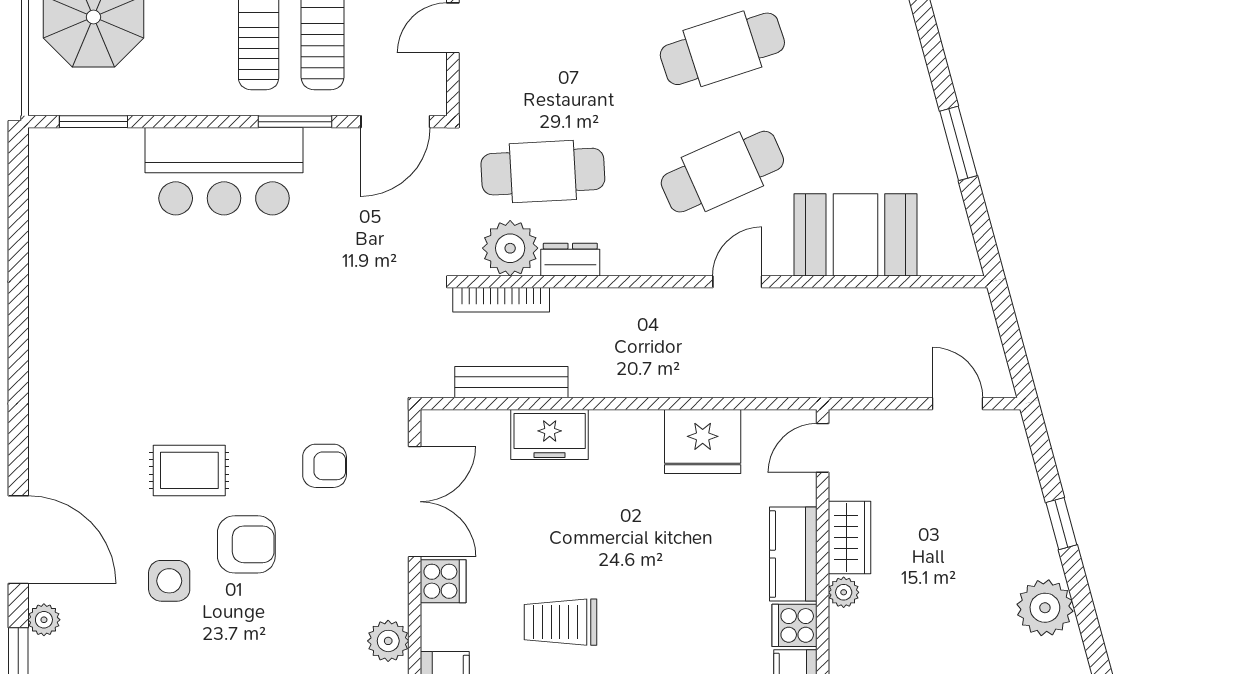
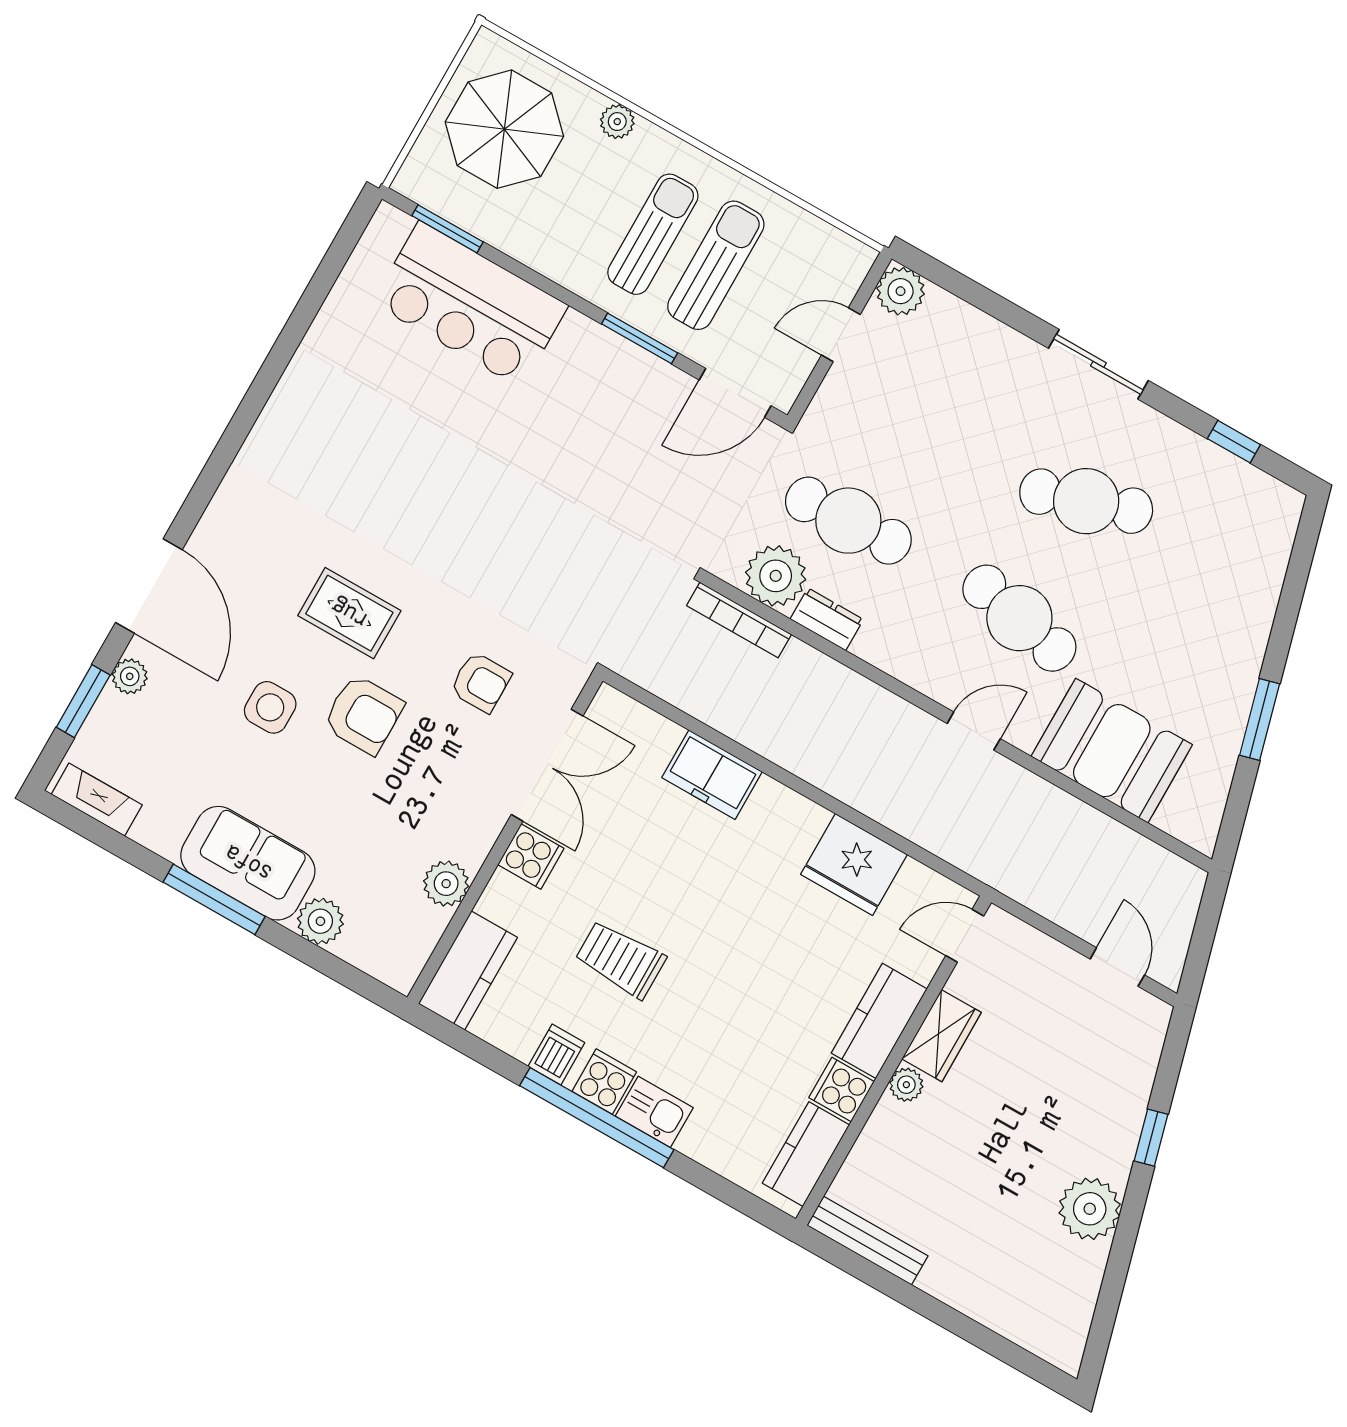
bar counter: (224, 171) -> (470, 304), moved
cafe table: (722, 172) -> (1019, 618), turned 36
bench: (511, 382) -> (704, 704), removed

